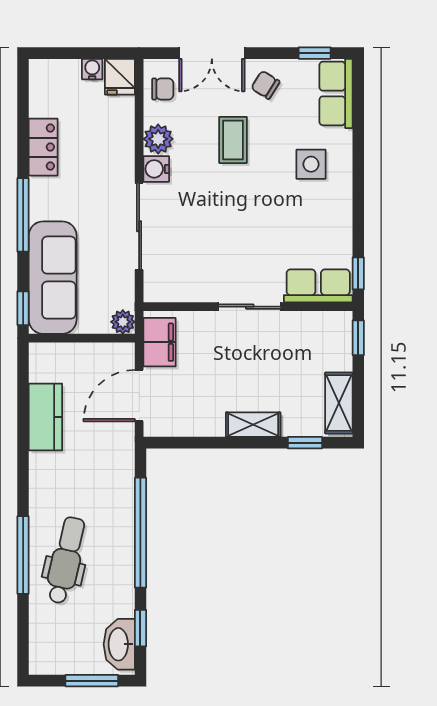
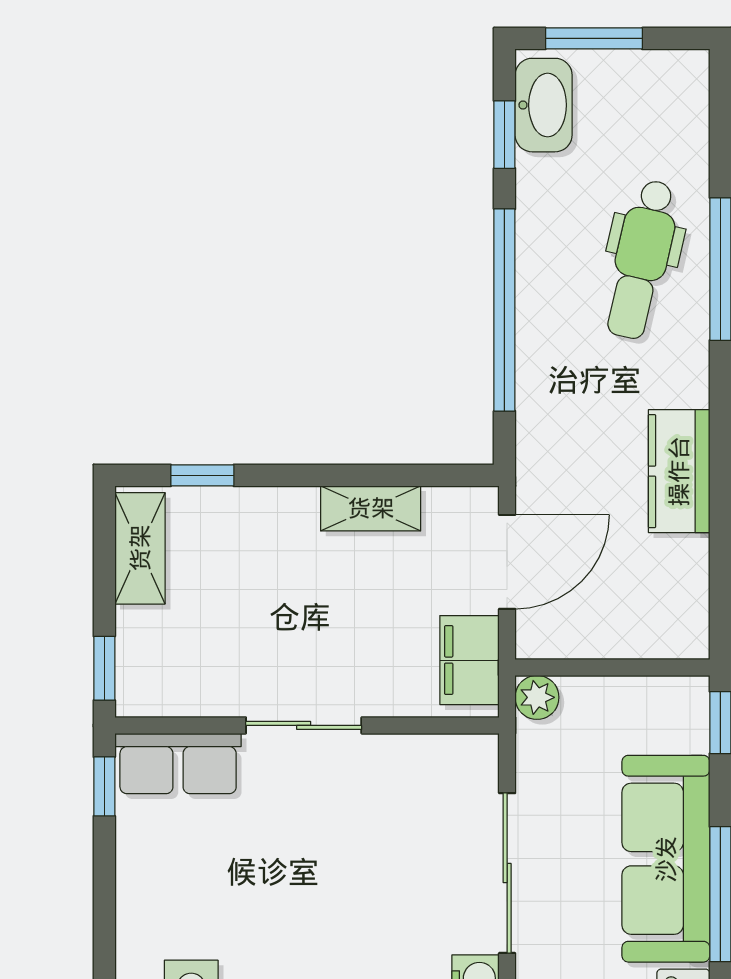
sofa: (53, 278) -> (666, 859), moved
kitchen counter: (45, 417) -> (679, 471), moved
shelving: (253, 425) -> (371, 508), moved

